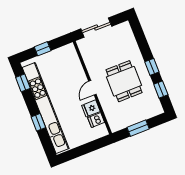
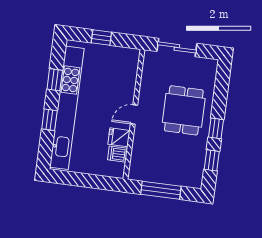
dining table: (124, 81) -> (184, 110), moved
window: (23, 83) -> (55, 80), moved
window: (138, 128) -> (161, 190), width x1.44

